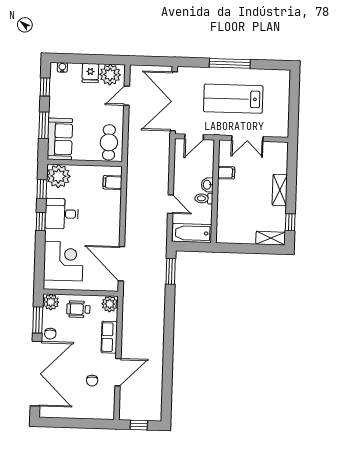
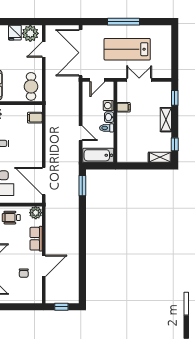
double door: (247, 138) -> (139, 80), swing flipped
window: (292, 163) -> (175, 98), added
washing machine: (207, 170) -> (109, 106), added

